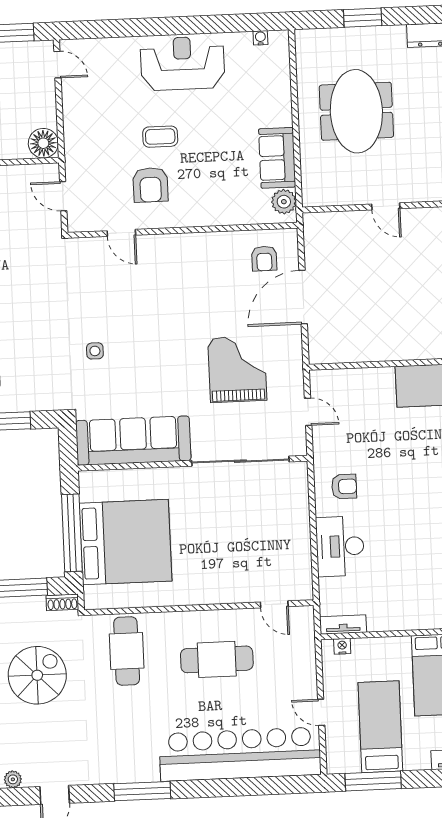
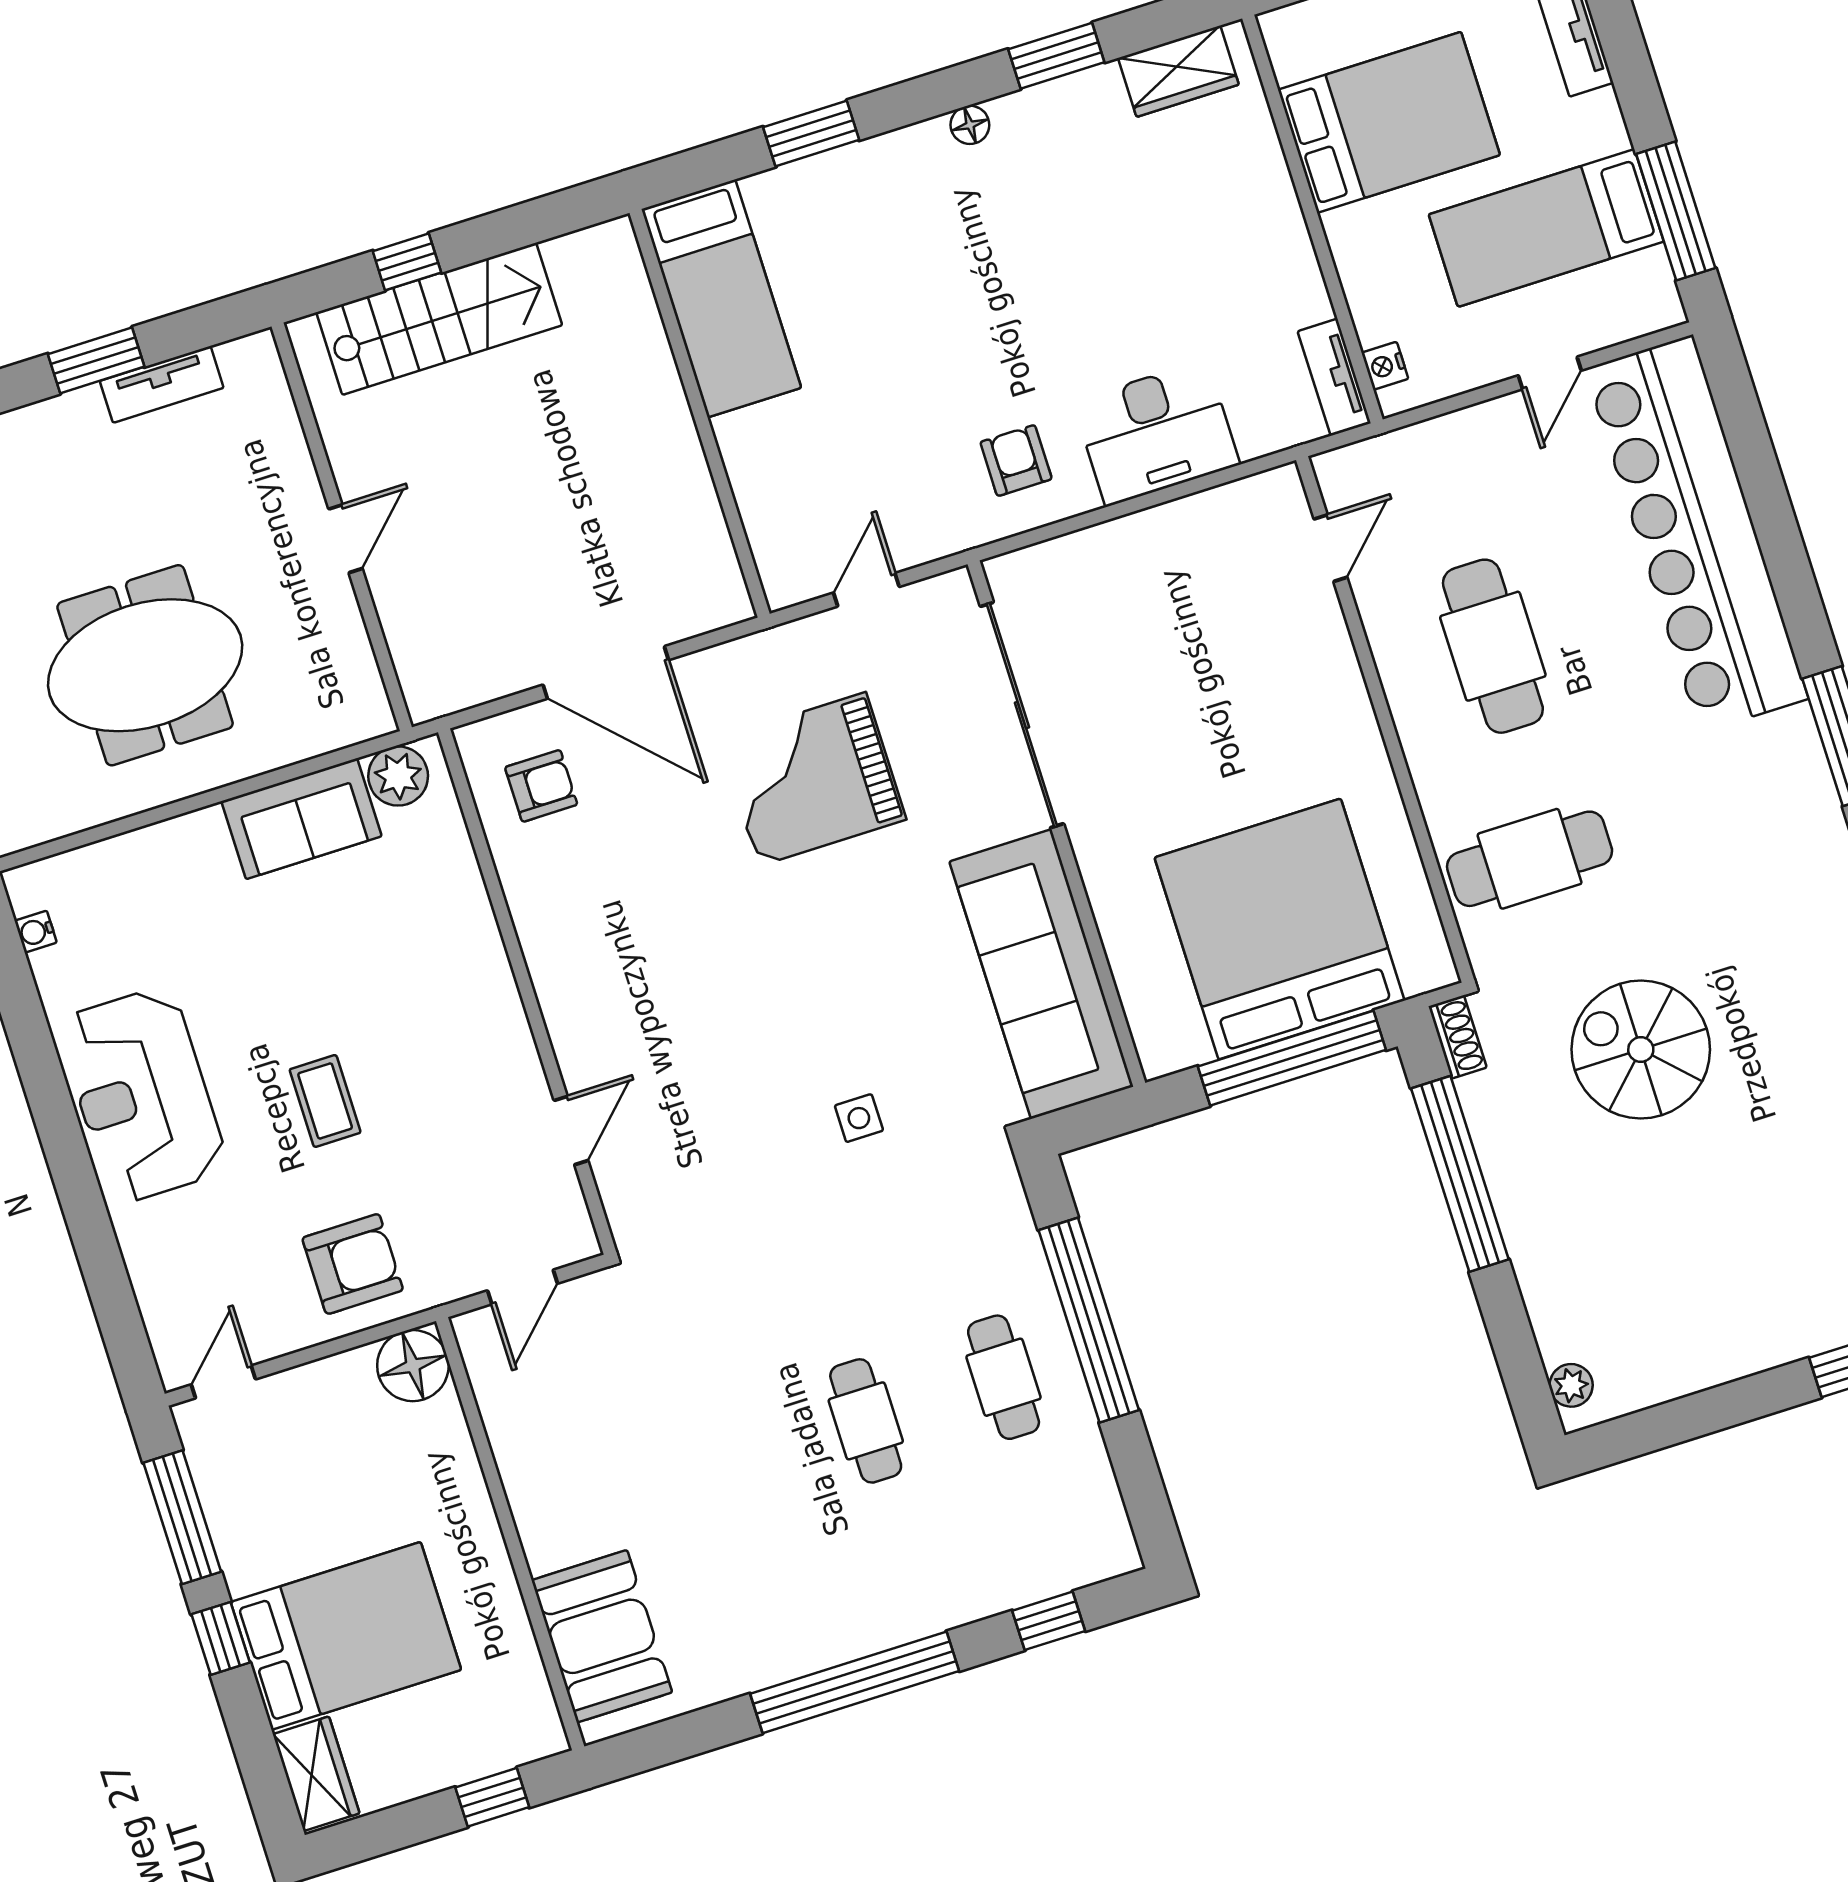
armchair: (150, 185) -> (353, 1264), moved

